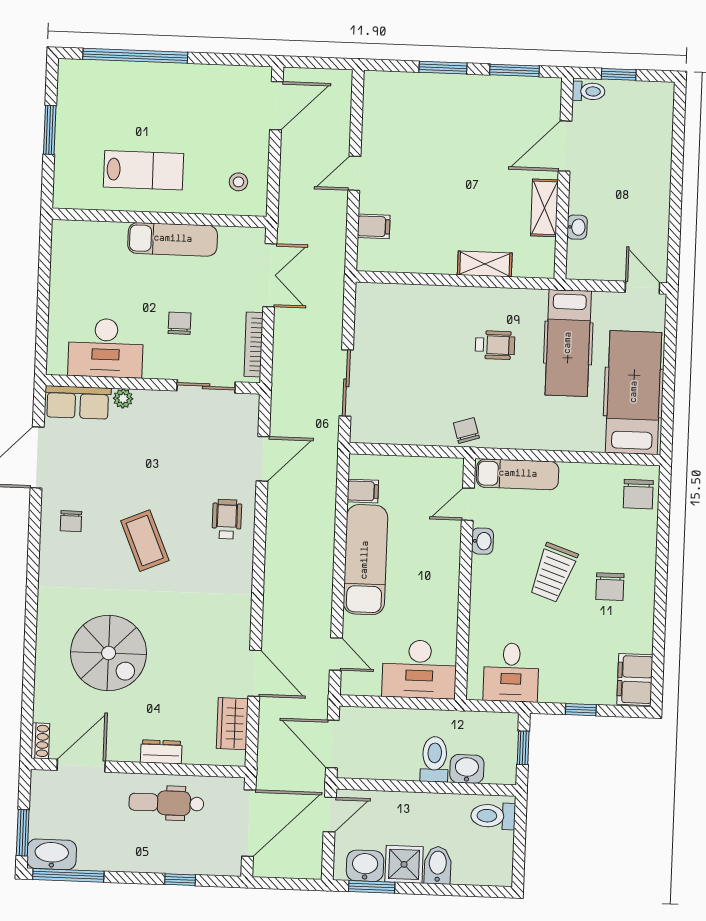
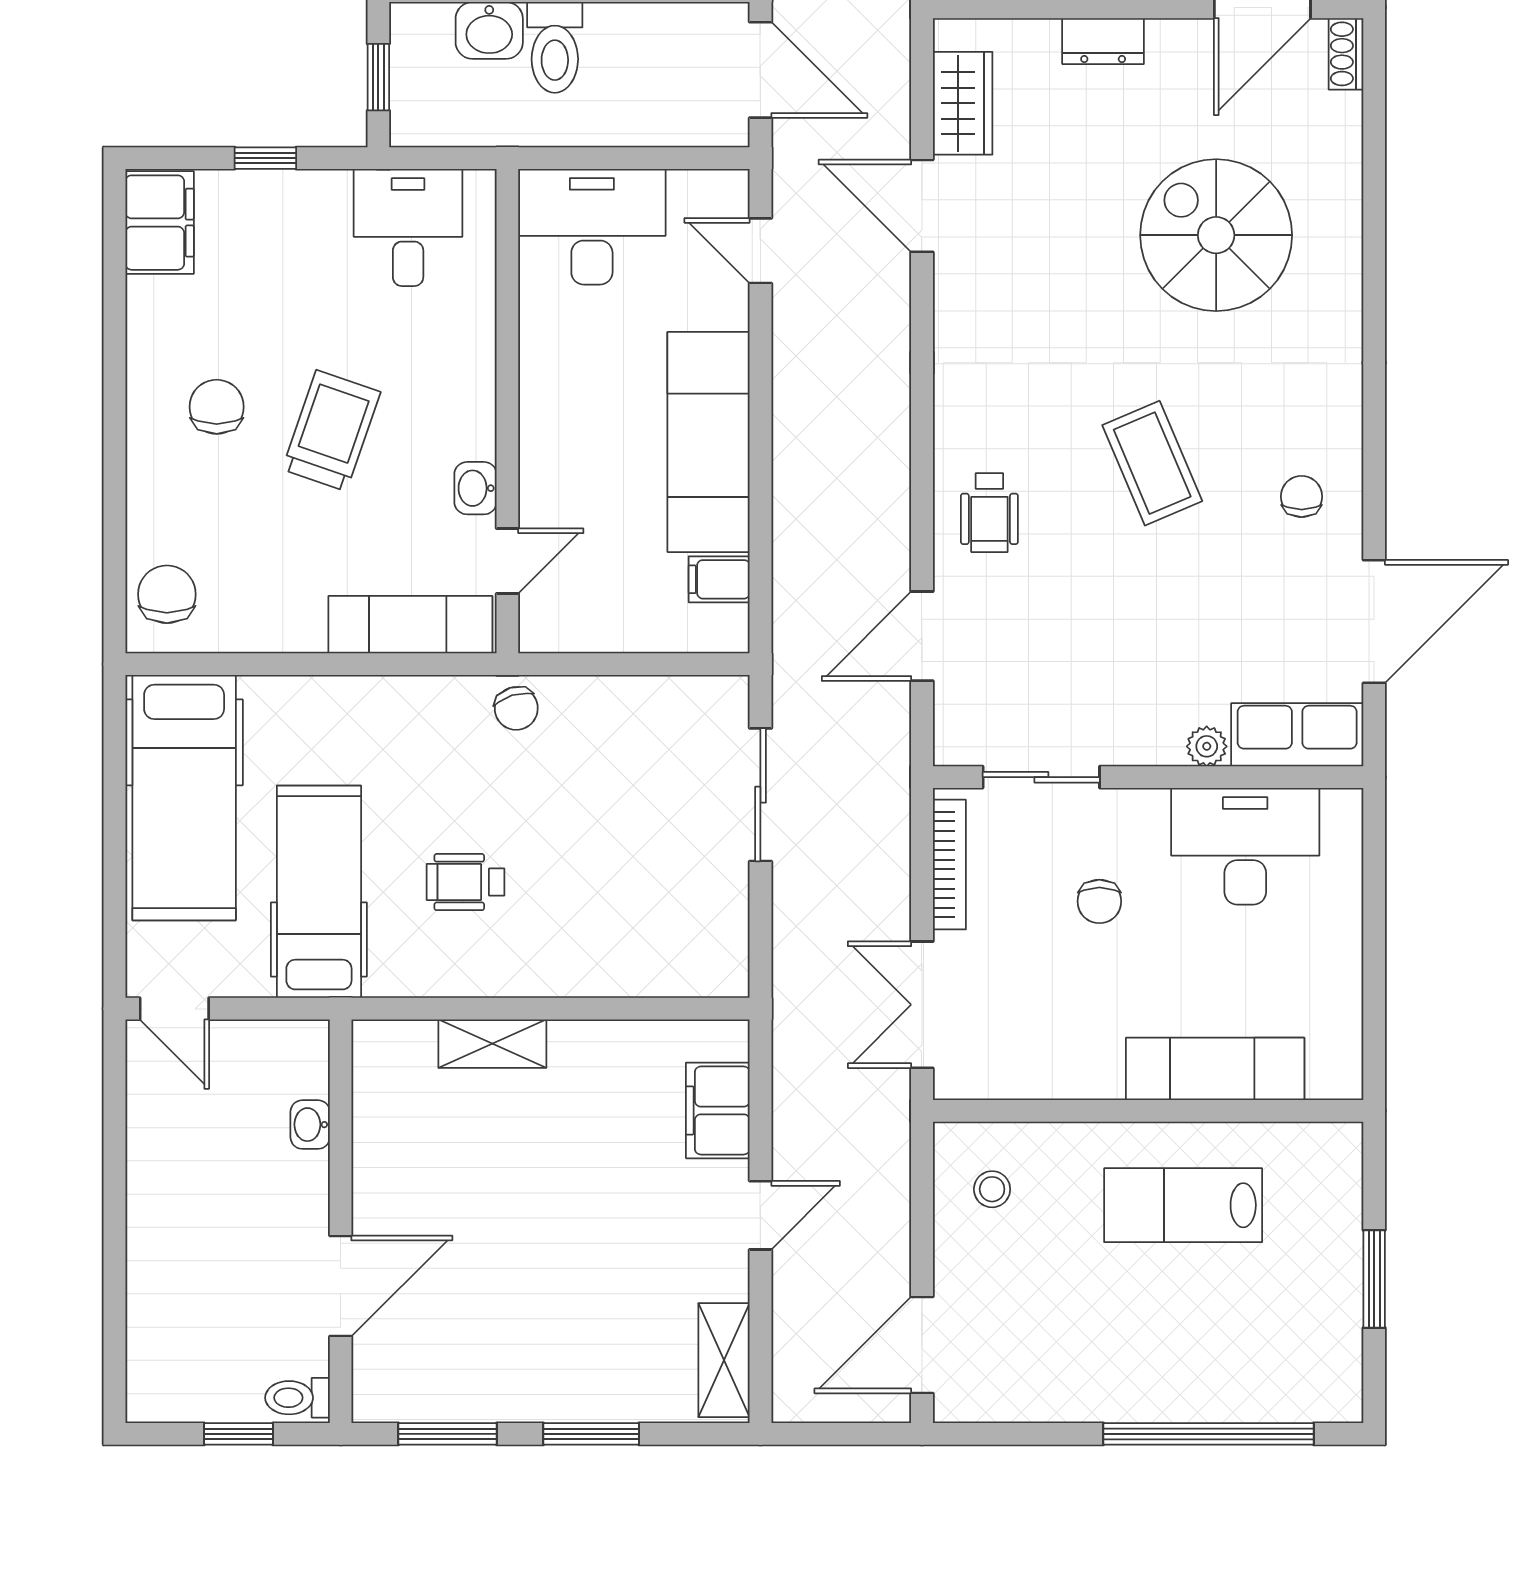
shelving: (544, 208) -> (724, 1360), moved
filing cabinet: (374, 226) -> (718, 1110), width x2.00
exam couch: (173, 239) -> (1215, 1069), moved

